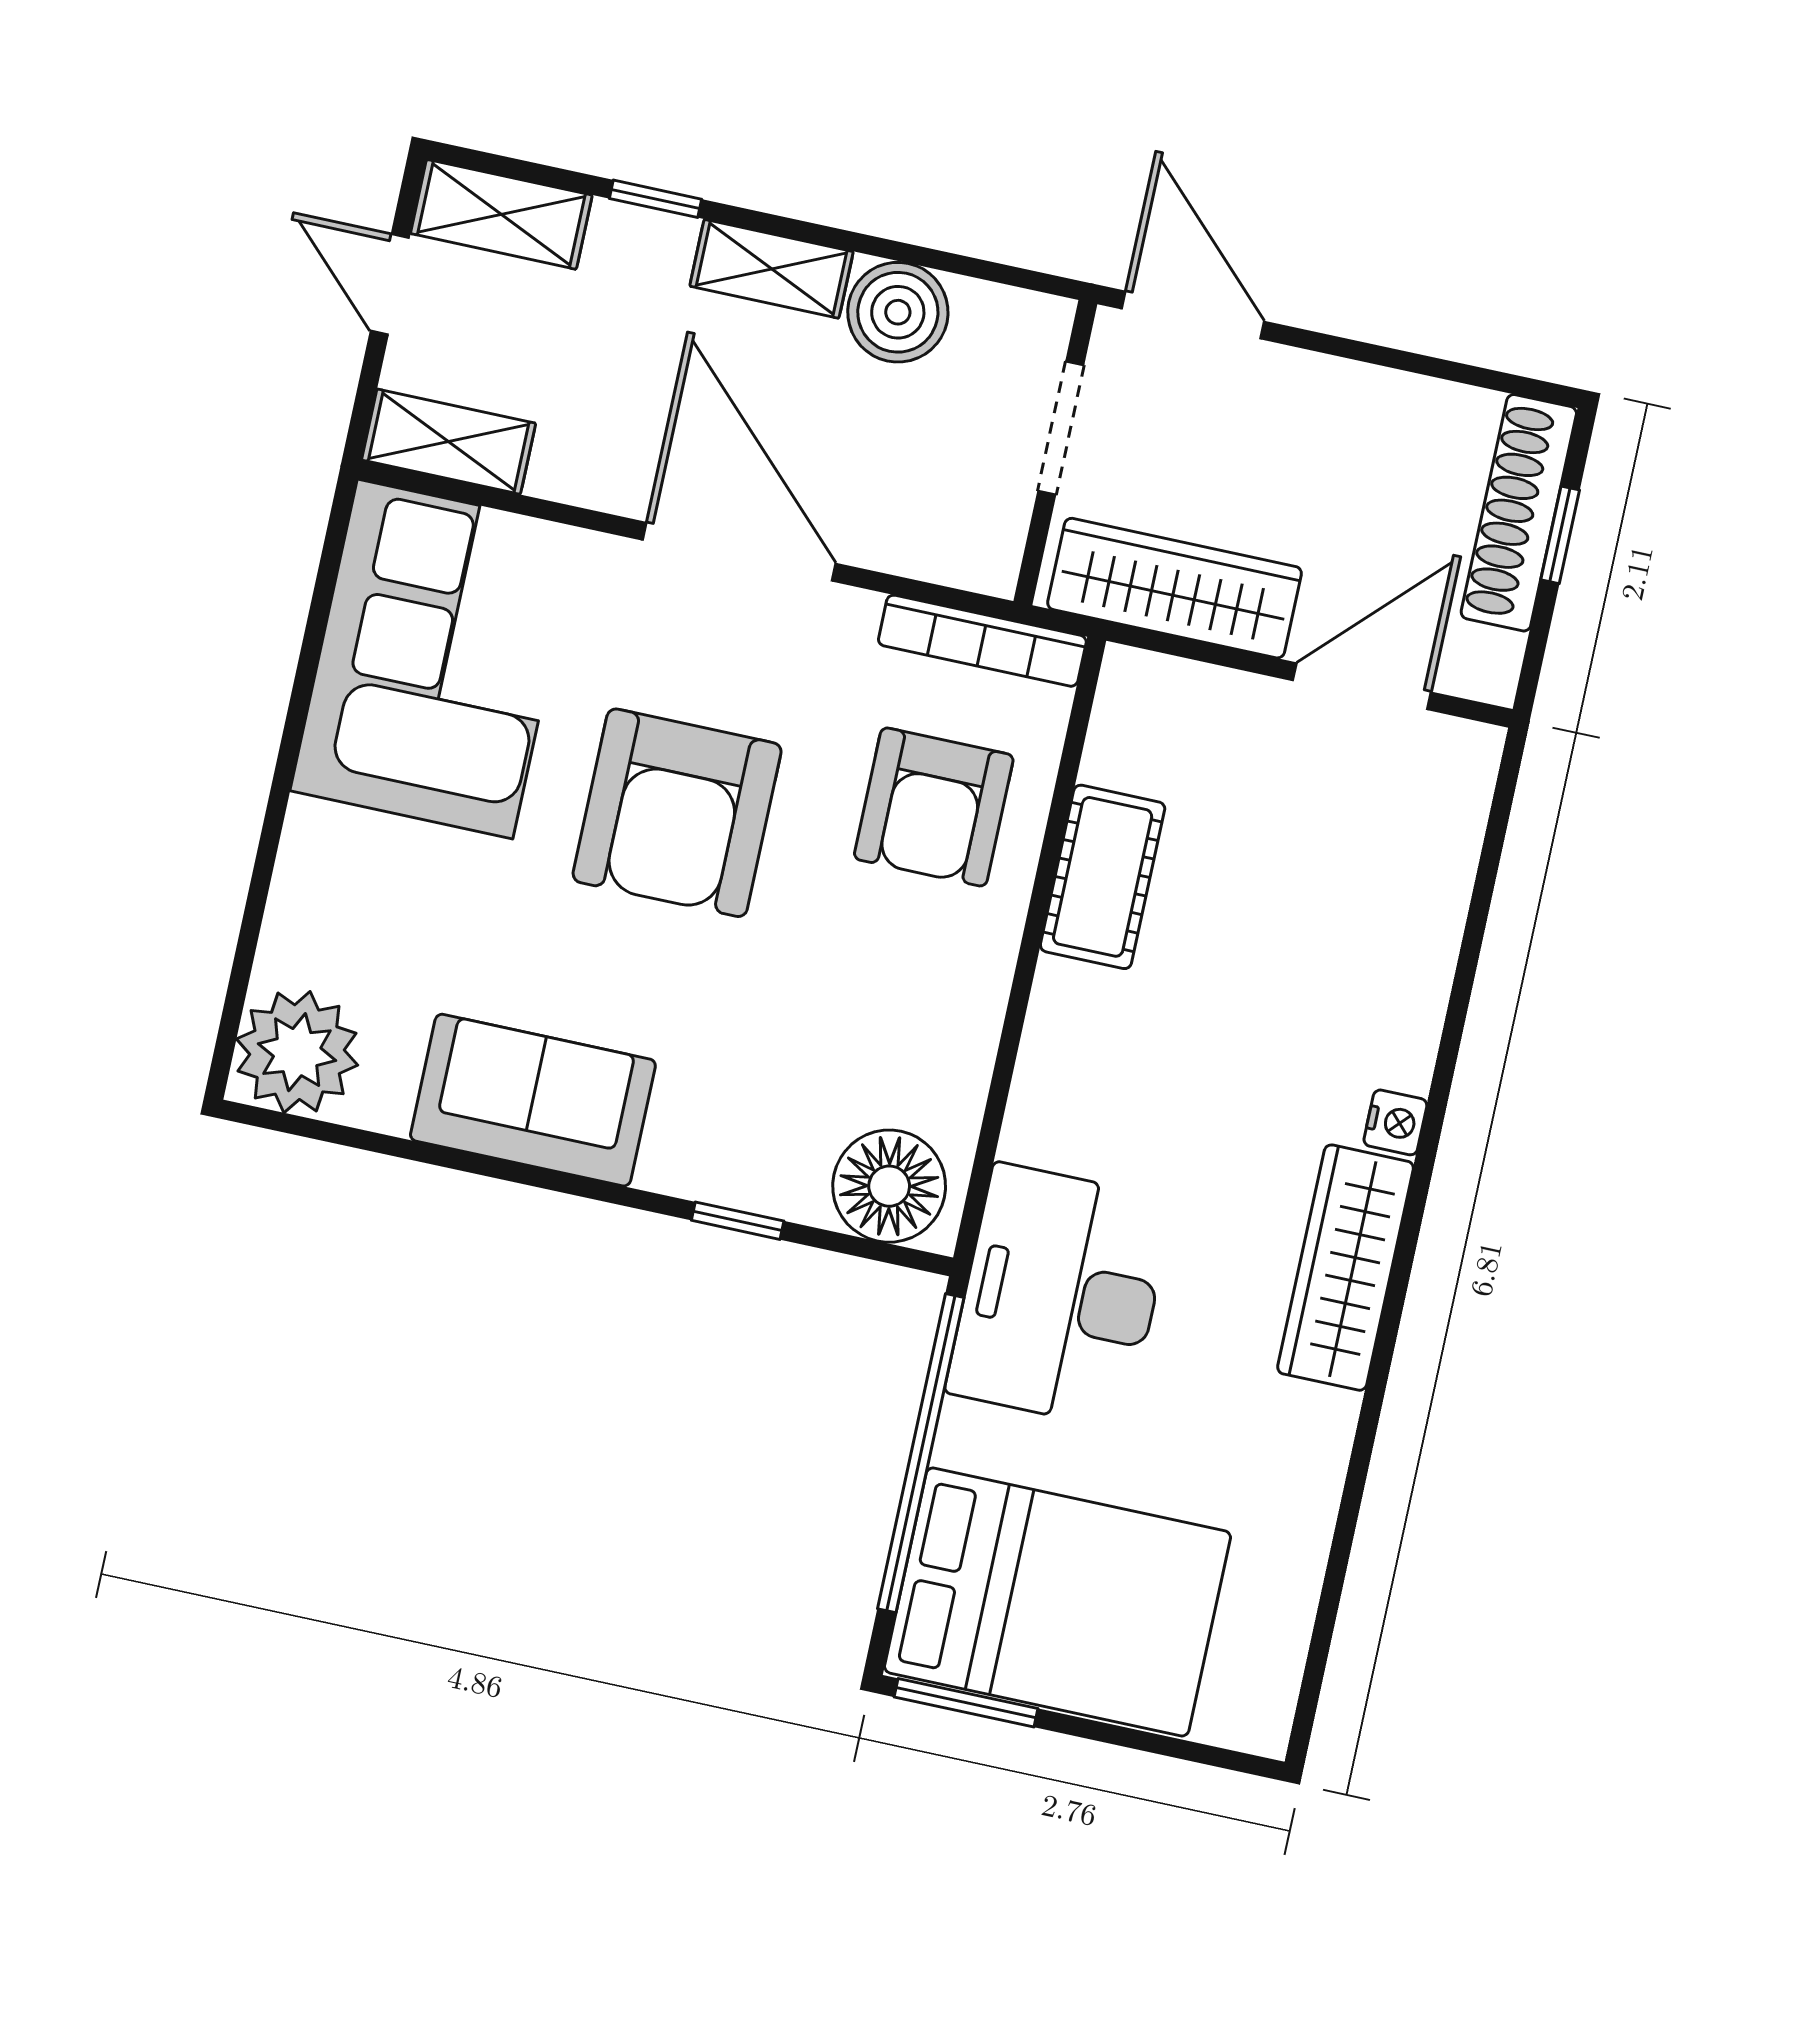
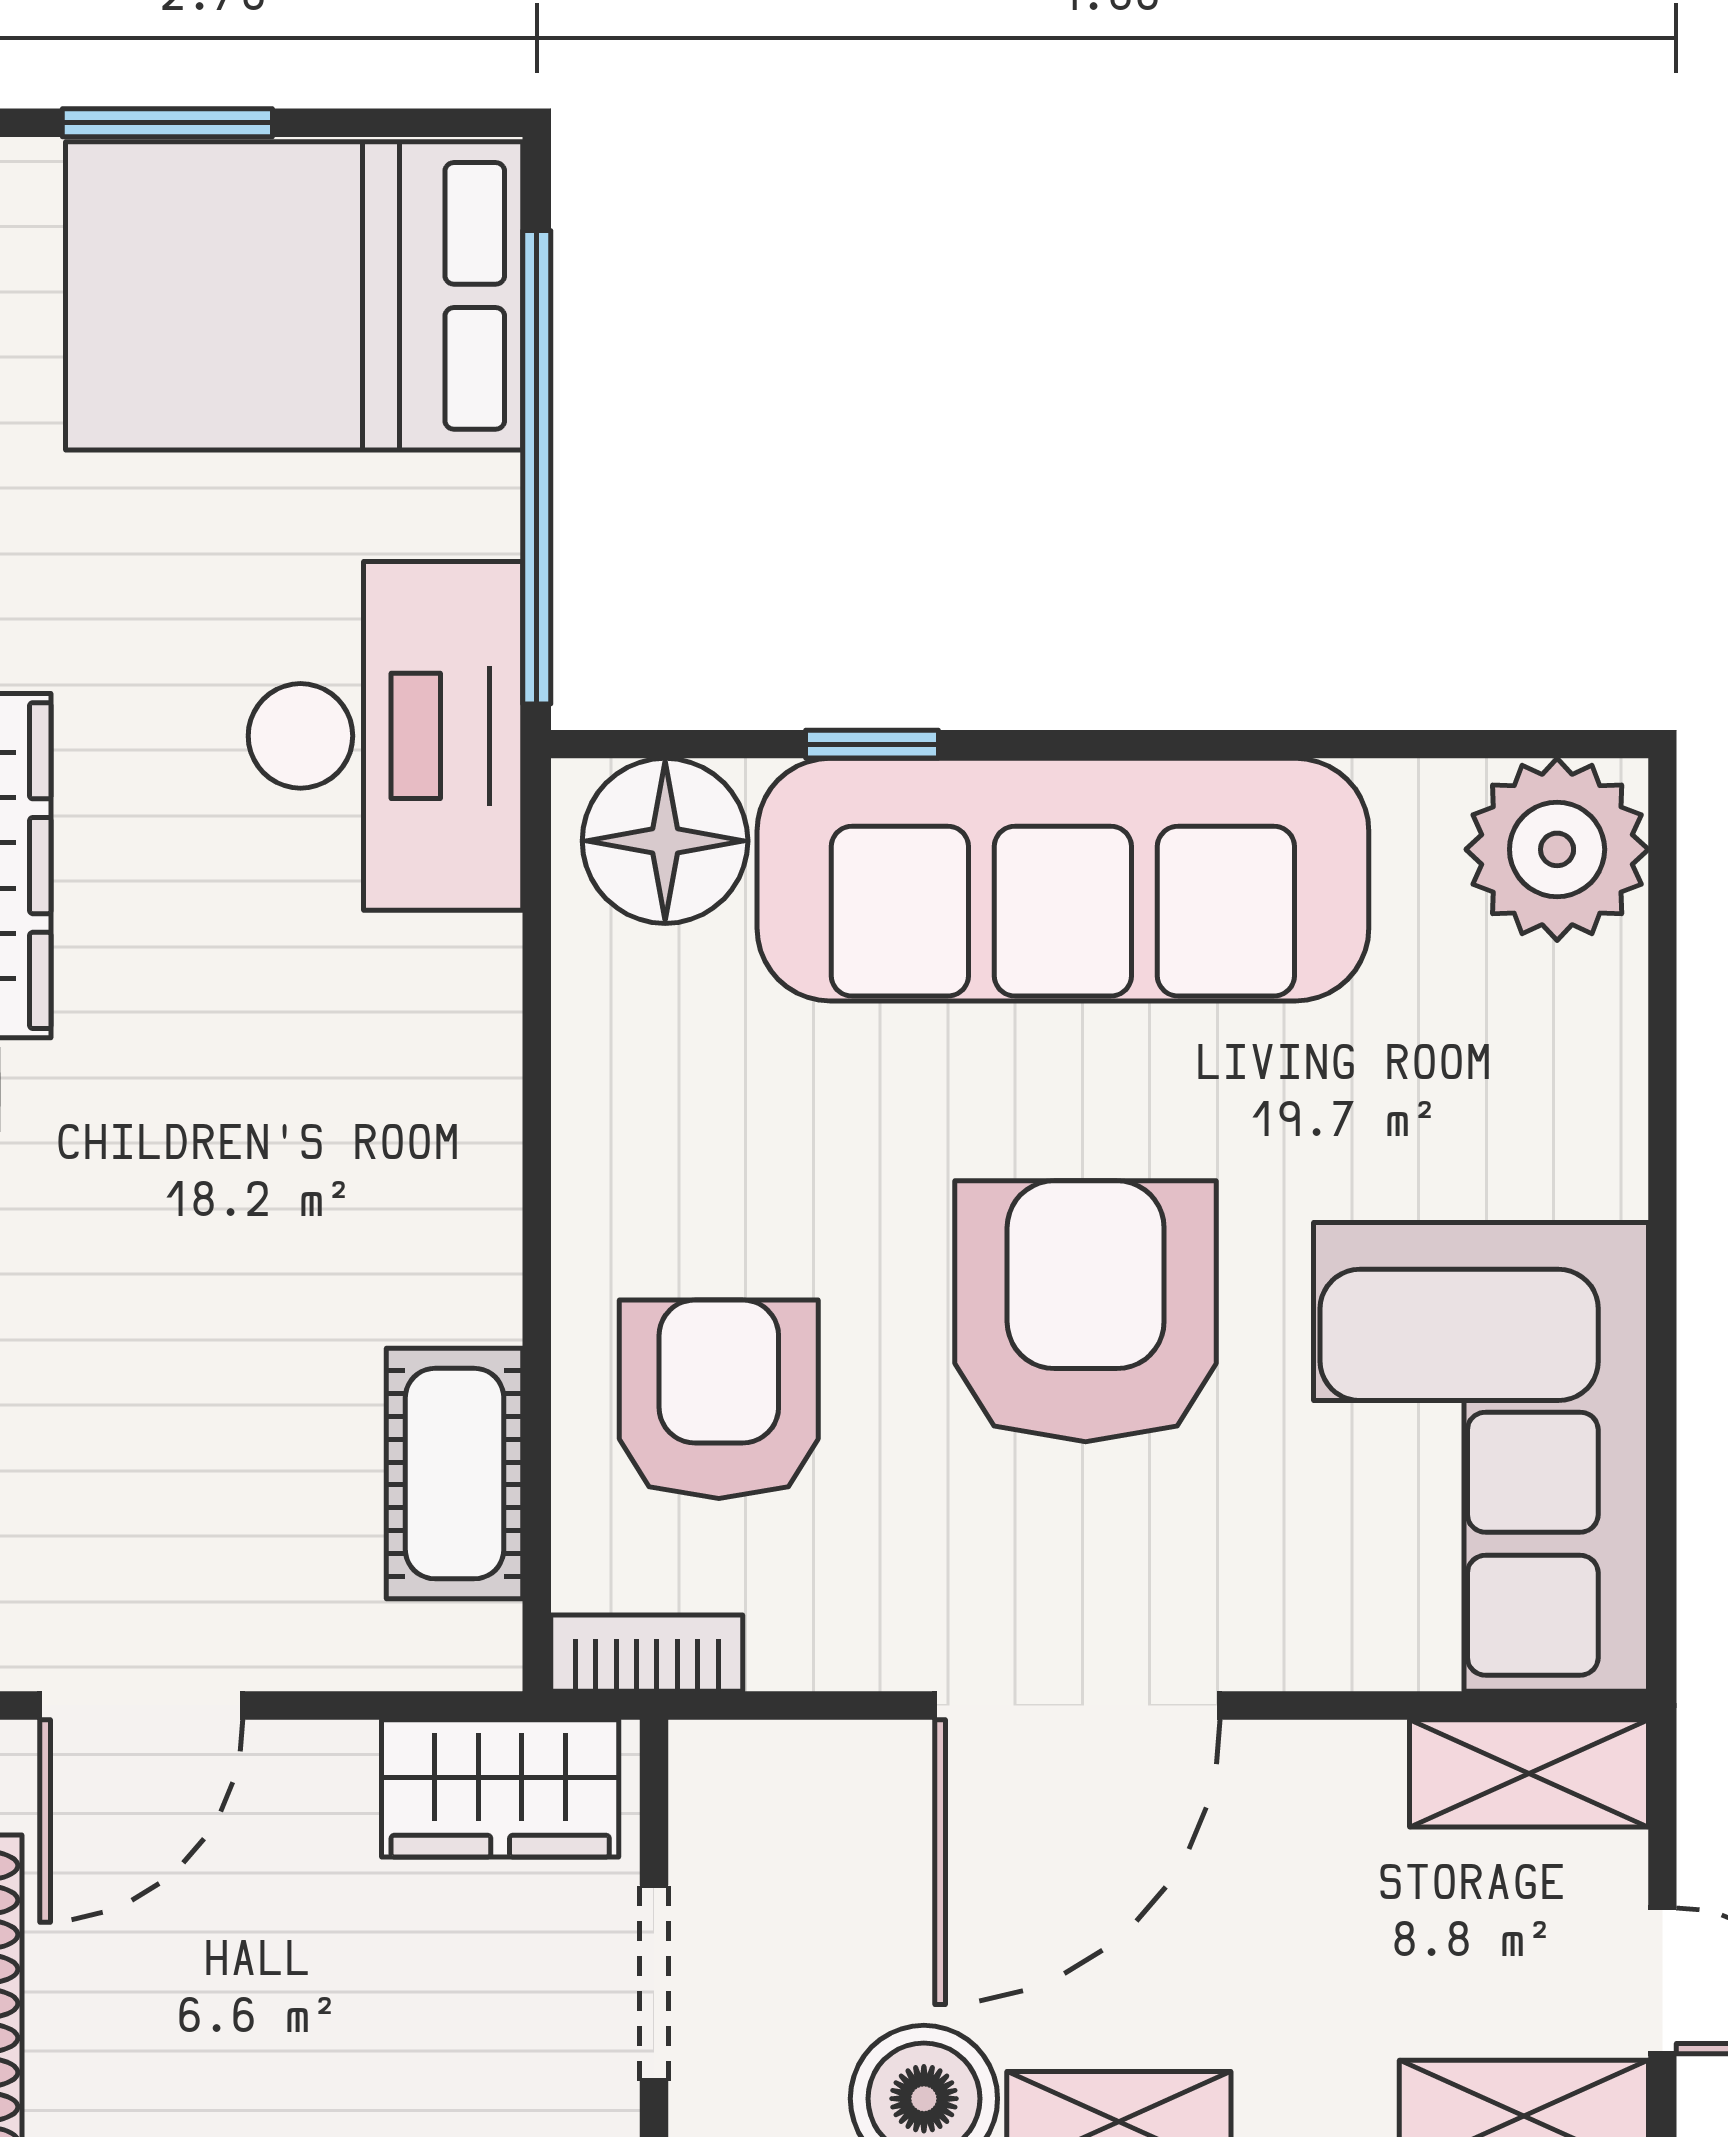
door: (739, 552) -> (1077, 1706), hinge flipped
wardrobe: (1175, 588) -> (500, 1788), width x0.67
bookcase: (982, 641) -> (647, 1653), width x0.64
cot: (1103, 877) -> (455, 1474), moved
sofa: (533, 1100) -> (1063, 880), width x1.85, depth x1.27
window: (966, 1703) -> (167, 123), moved

